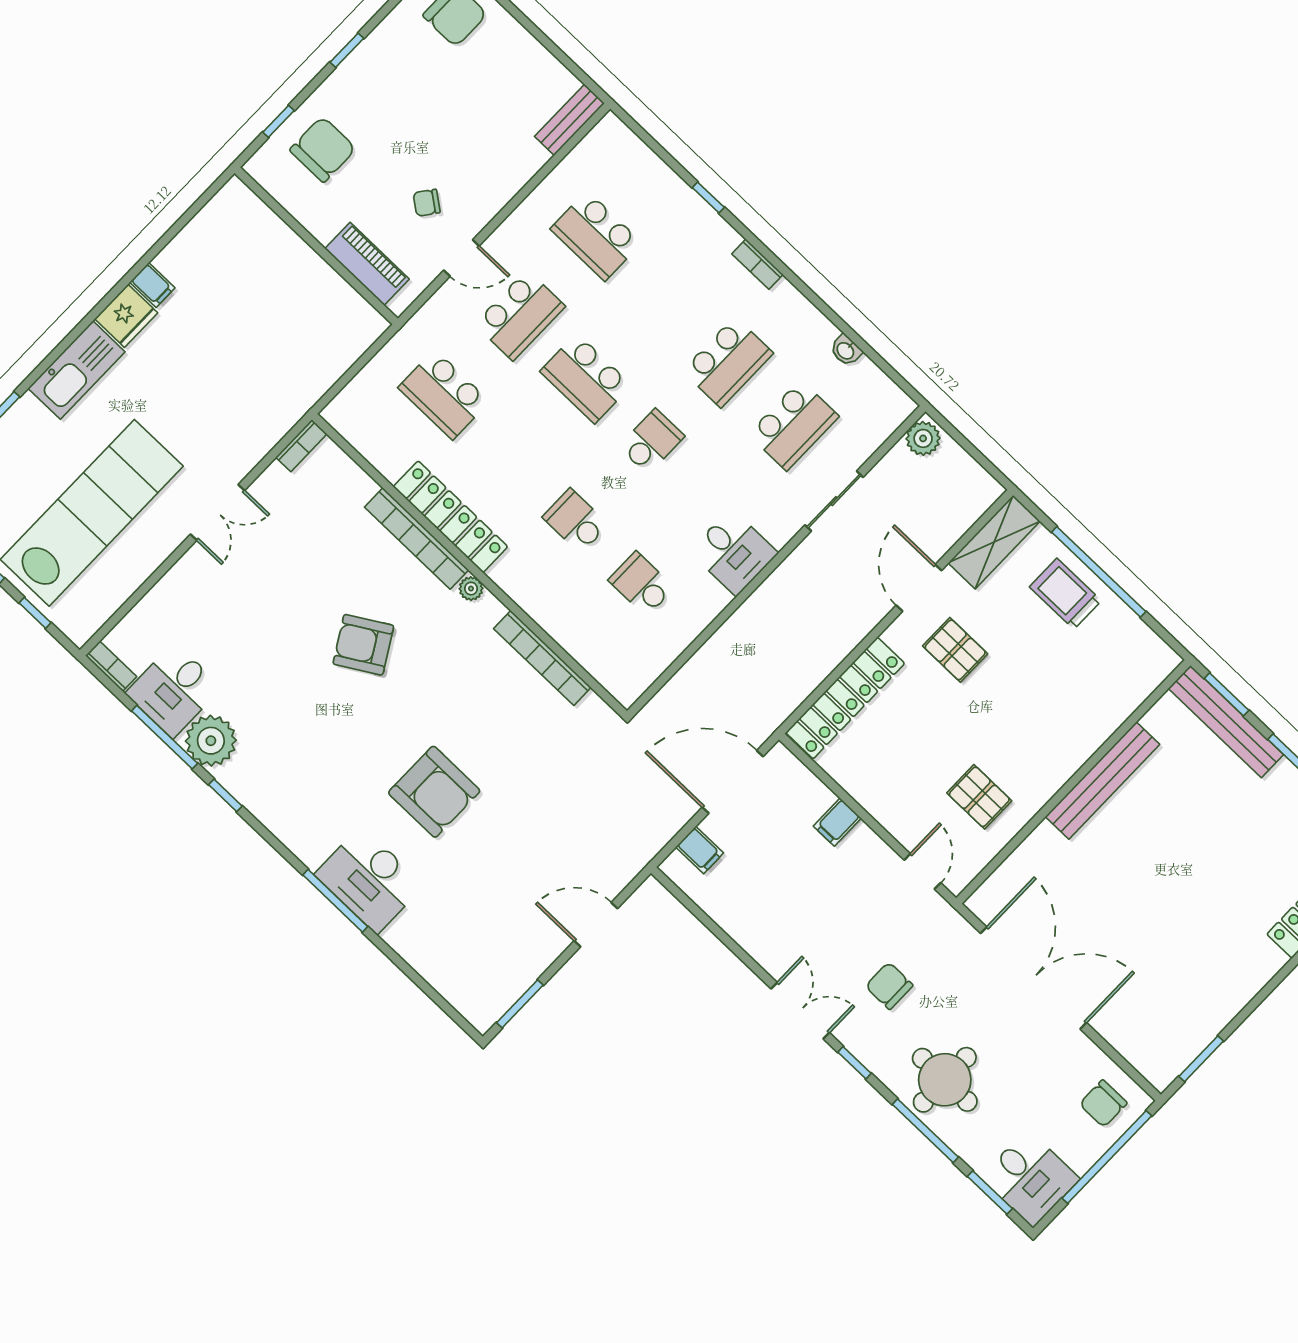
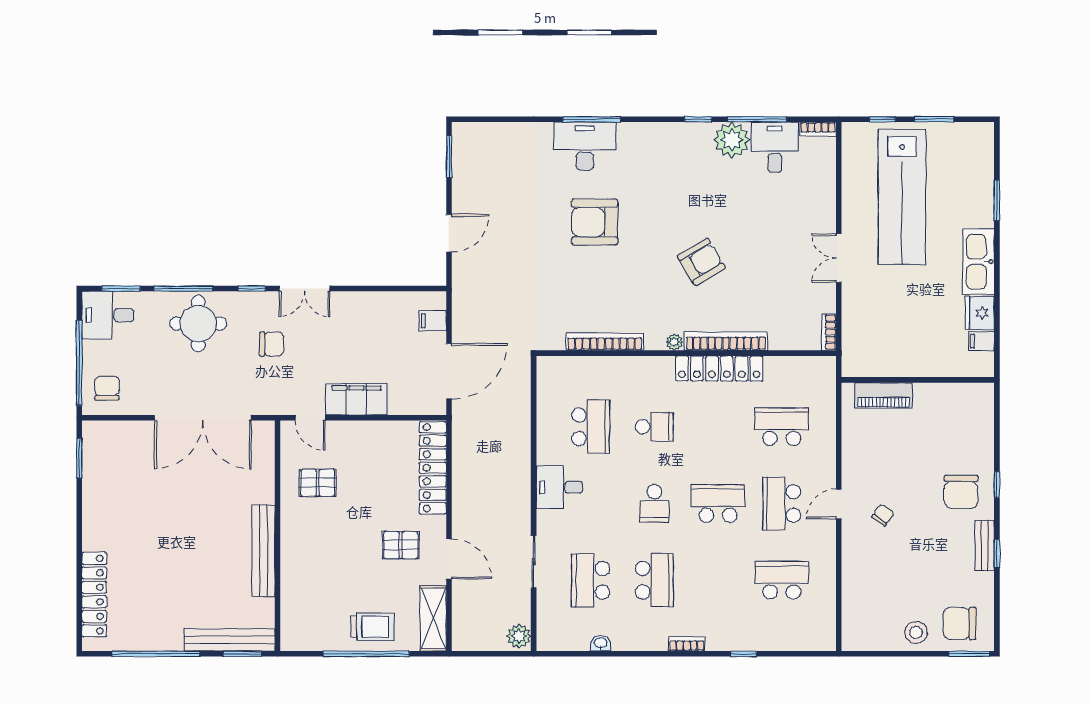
stool: (509, 49) -> (916, 632), added
bench: (569, 120) -> (985, 546), moved
wall: (316, 246) -> (918, 380), moved
piano: (367, 264) -> (883, 395), moved
school desk: (728, 362) -> (654, 580), turned 180
school desk: (641, 584) -> (591, 427), width x1.85
filing cabinet: (837, 822) -> (356, 399), width x3.00, depth x1.17

